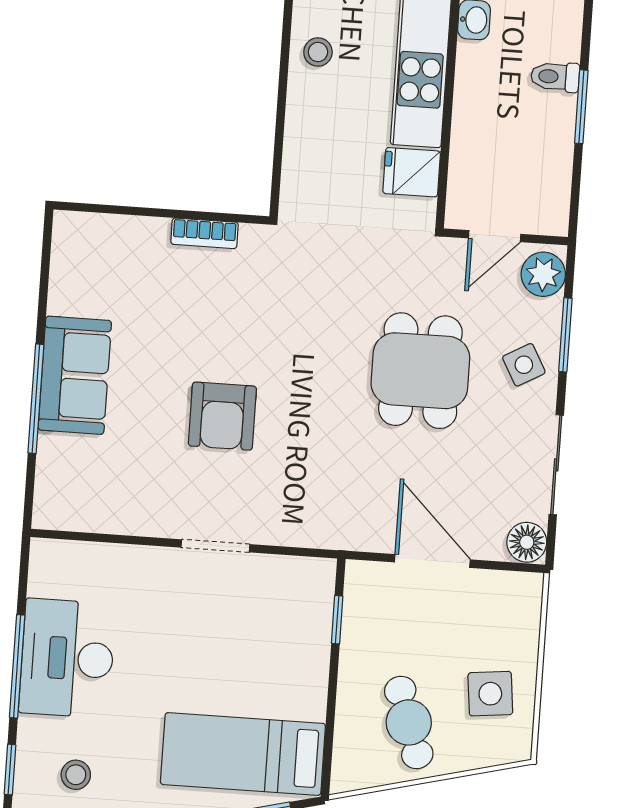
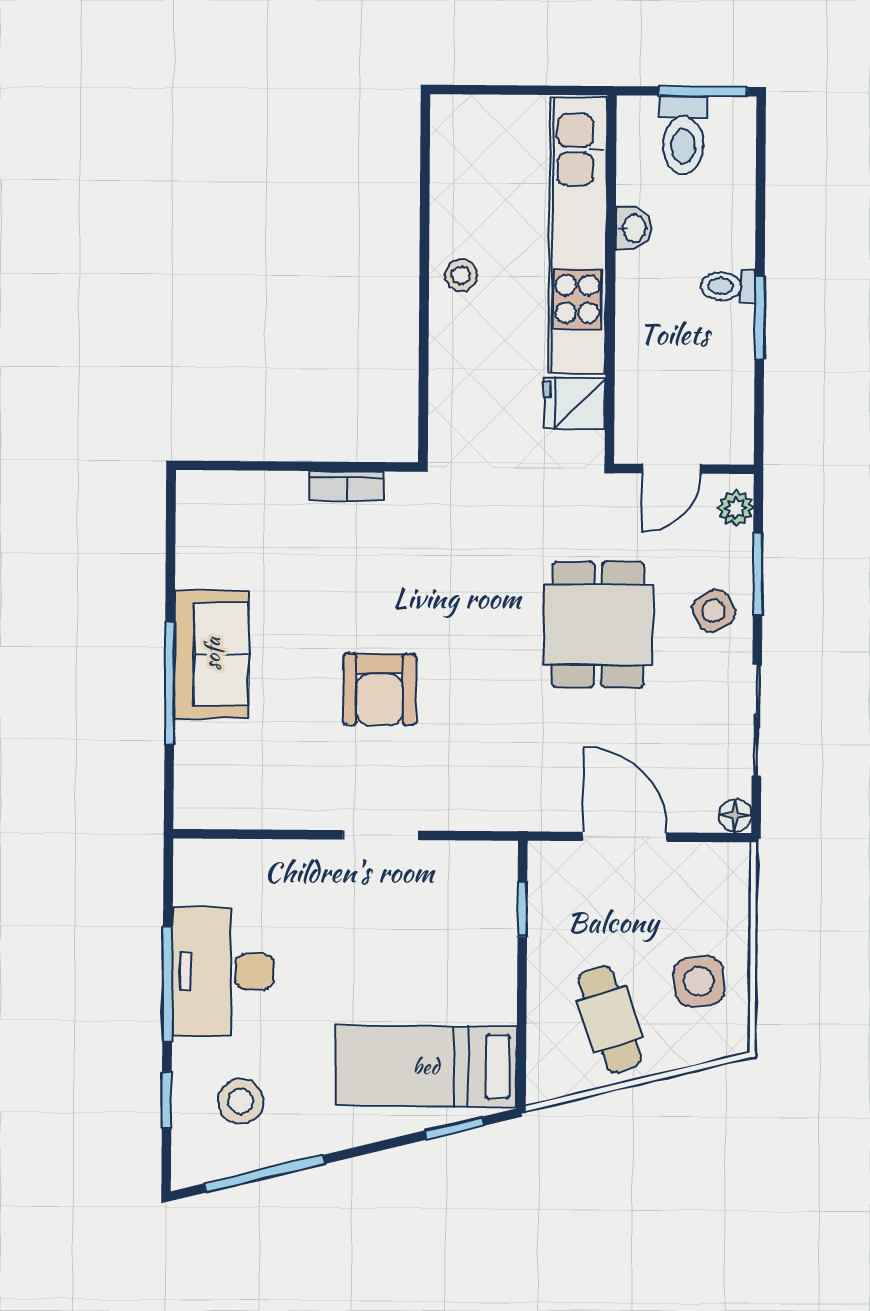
plant: (543, 274) -> (736, 508), width x0.73, depth x0.73
floor lamp: (527, 542) -> (735, 815), width x0.73, depth x0.73
stool: (76, 775) -> (241, 1101), width x1.37, depth x1.37

